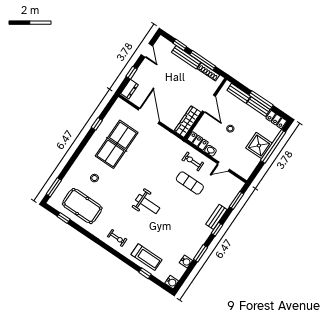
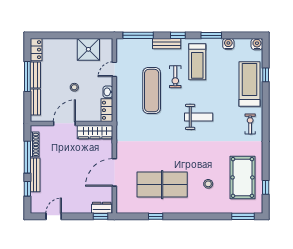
window: (132, 73) -> (101, 216), moved
shower: (259, 146) -> (88, 49), moved
window: (273, 146) -> (63, 35), removed
exercise bike: (193, 161) -> (175, 77), moved
door: (224, 167) -> (114, 69), swing flipped
exercise mat: (190, 183) -> (152, 91), width x1.36, depth x1.45
window: (236, 200) -> (138, 35), width x1.44
weight bench: (148, 204) -> (199, 117), turned 90
treadmill: (188, 230) -> (197, 62), added
treadmill: (146, 257) -> (249, 84), width x1.37, depth x1.38

